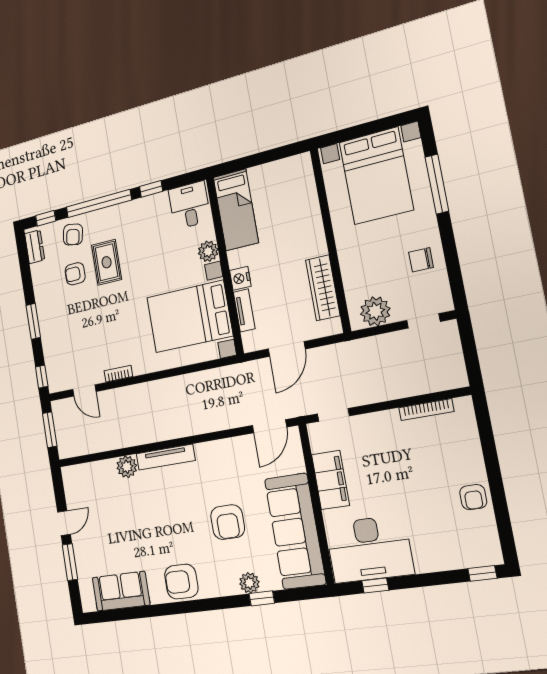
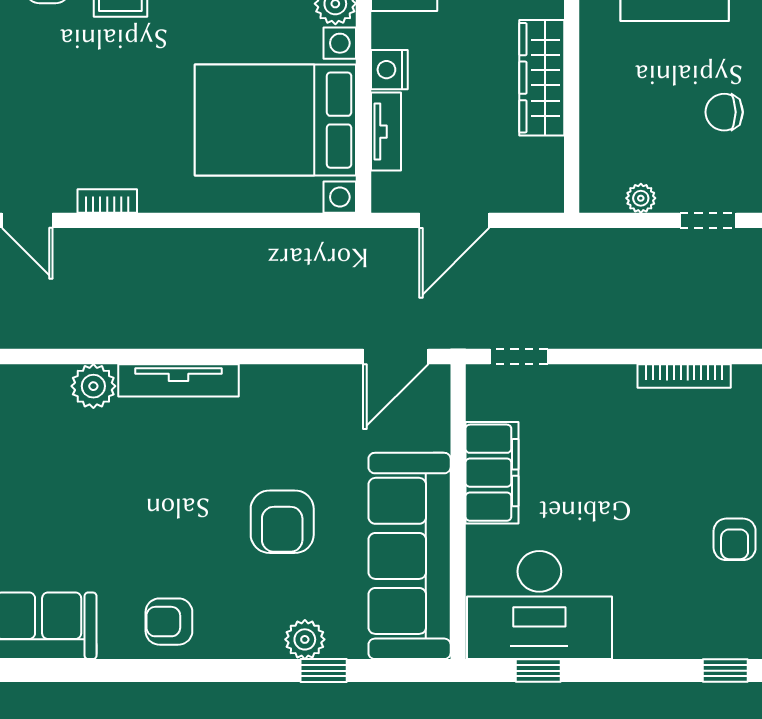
wardrobe: (323, 288) -> (542, 78), moved
plant: (375, 311) -> (641, 198), width x0.53, depth x0.53
armchair: (181, 582) -> (169, 622), width x0.72, depth x0.72

